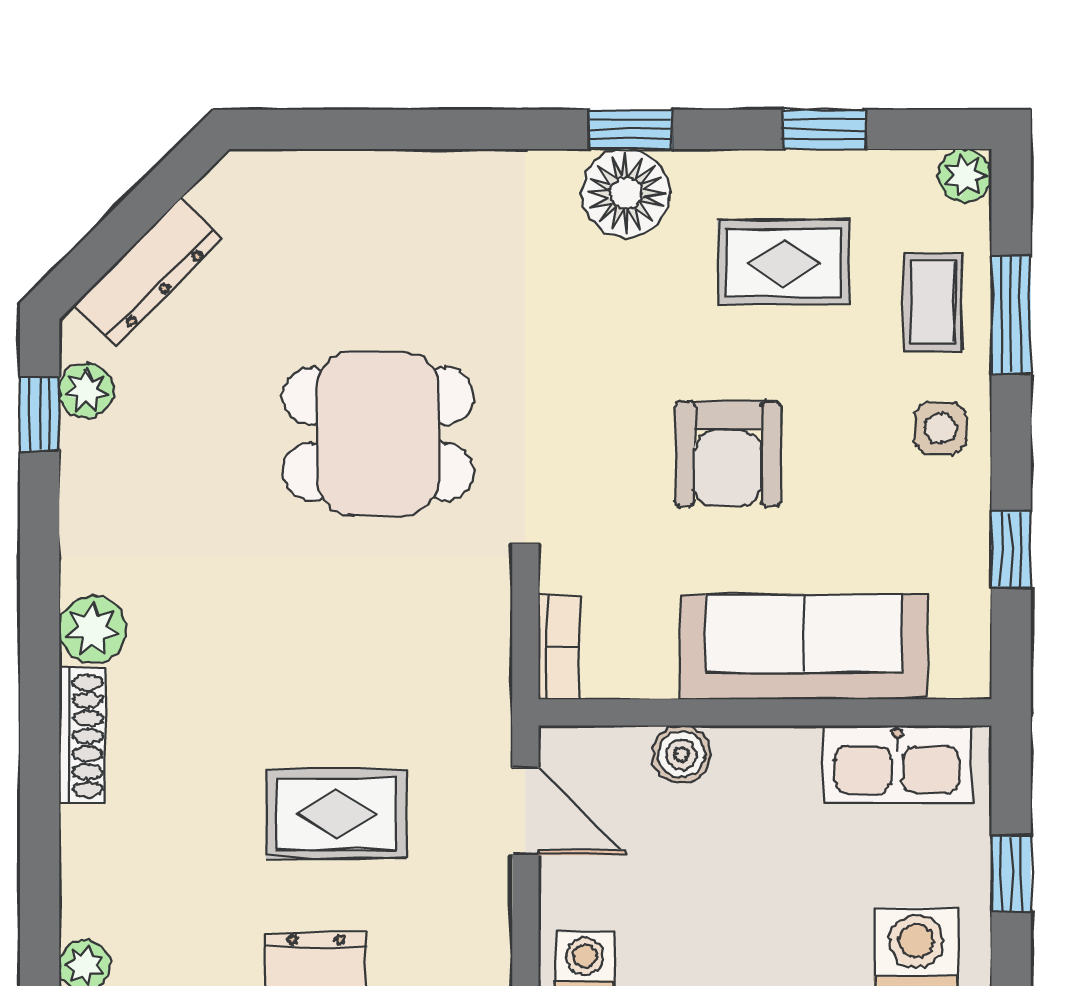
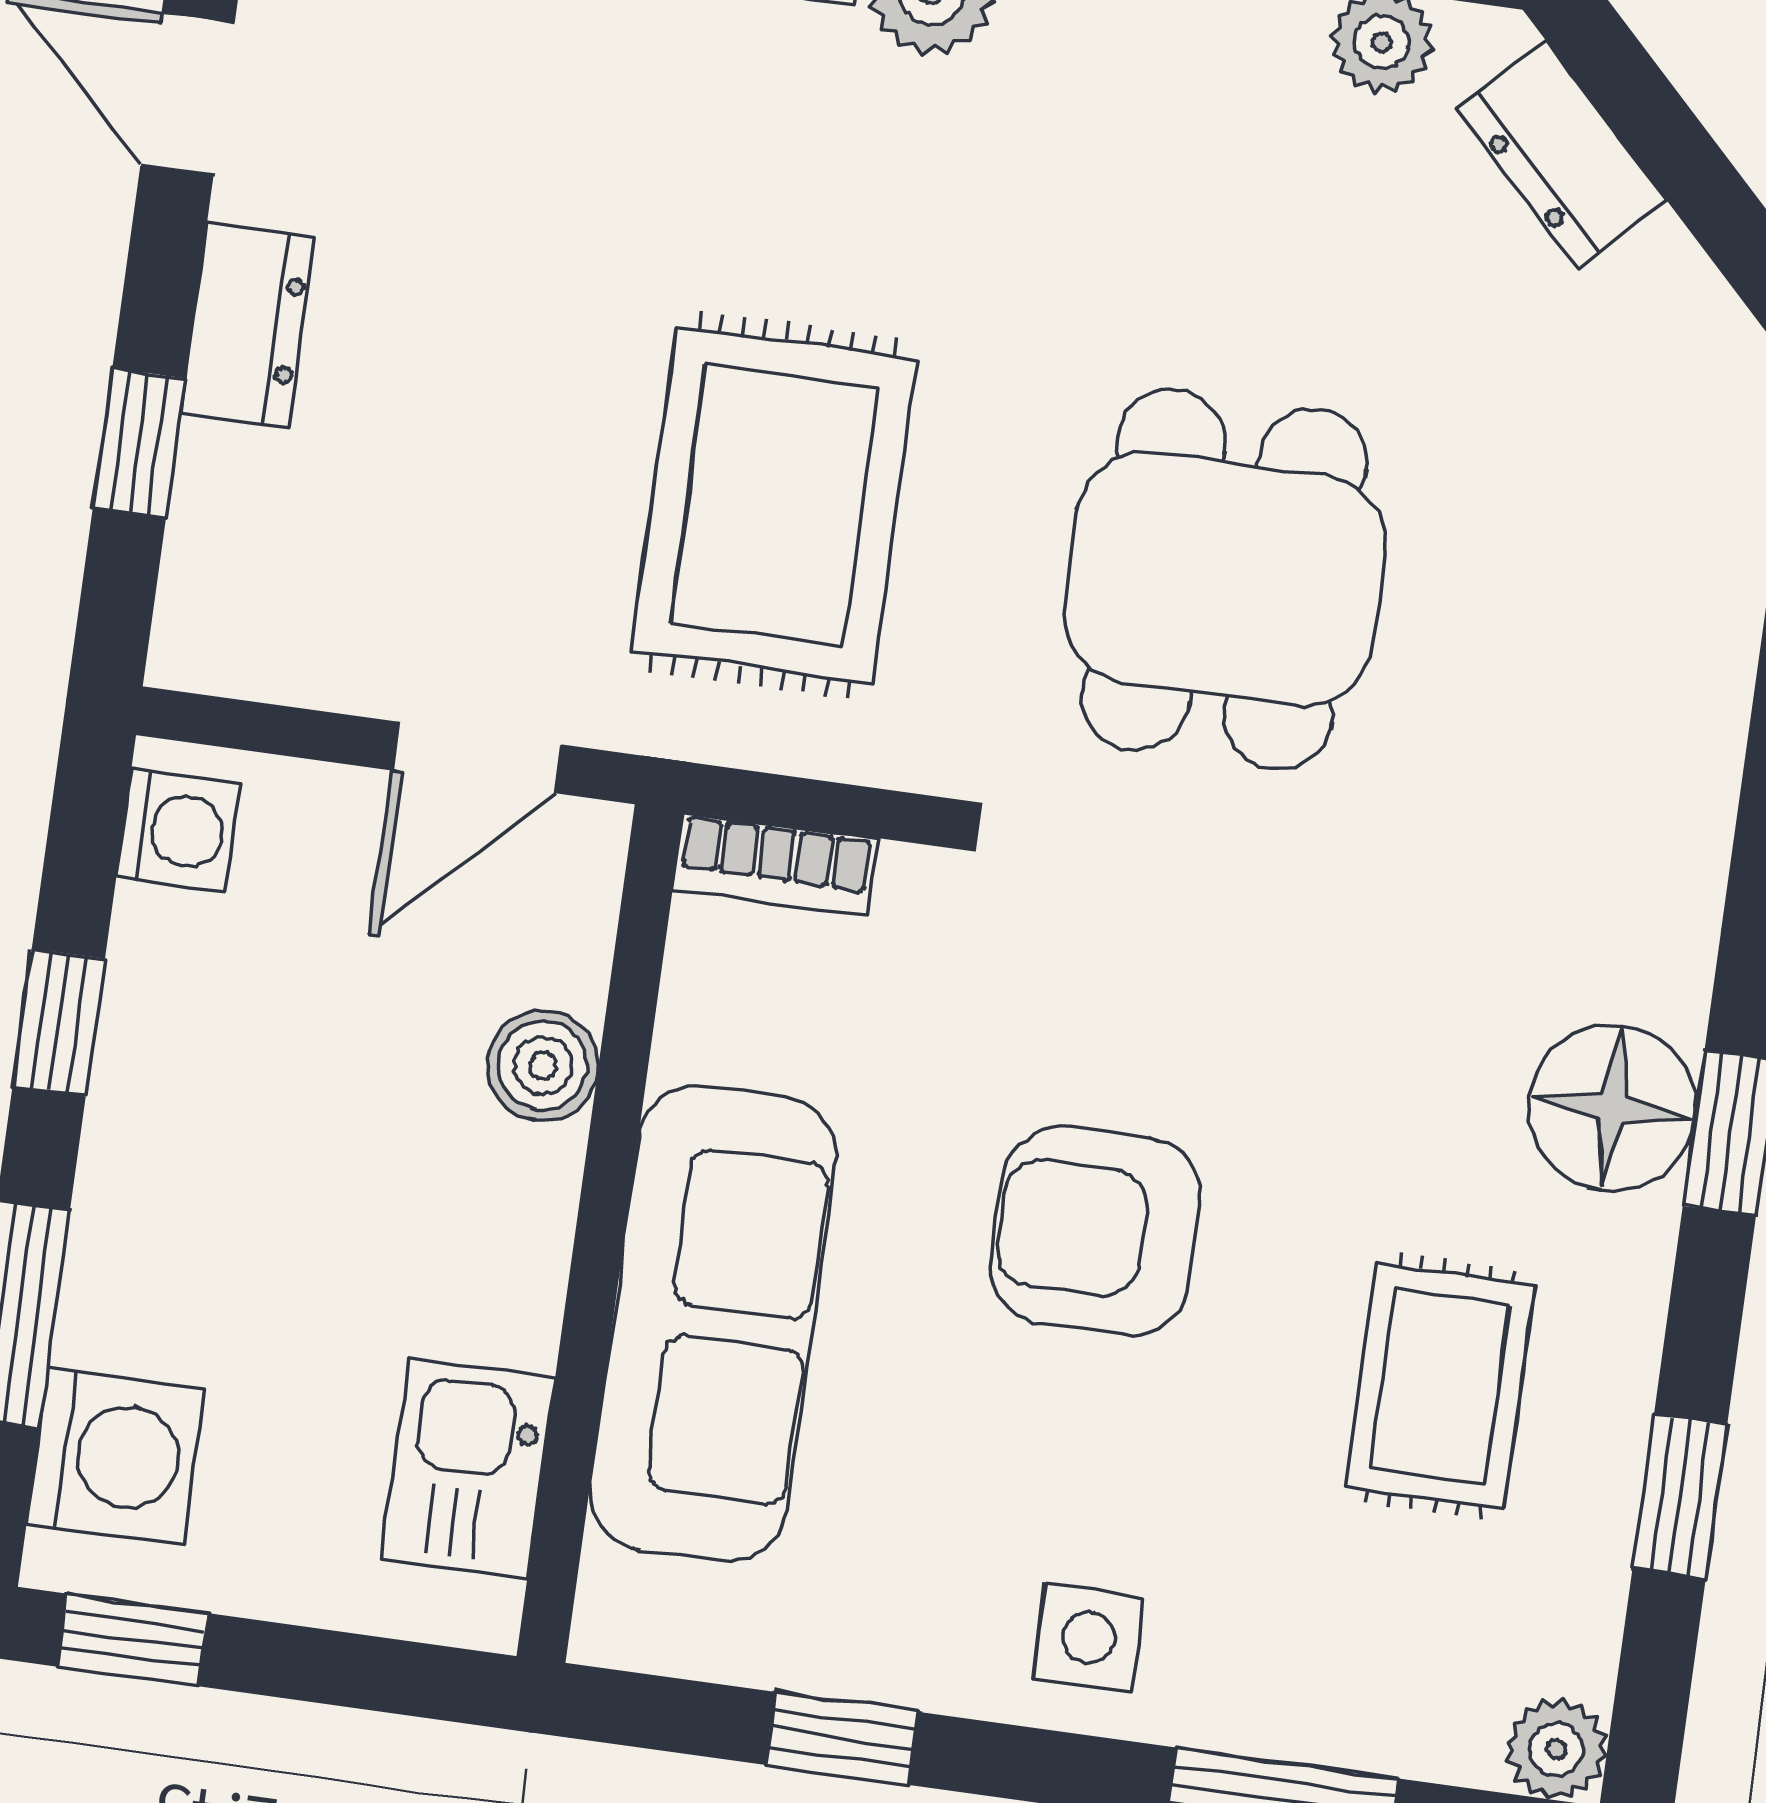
dresser: (148, 272) -> (1562, 154), width x0.70
coffee table: (933, 302) -> (1327, 1656), removed
kitchen sink: (897, 764) -> (468, 1468), width x0.73
rug: (336, 814) -> (774, 505), moved, width x1.36, depth x1.43
window: (1011, 873) -> (132, 1640), moved

